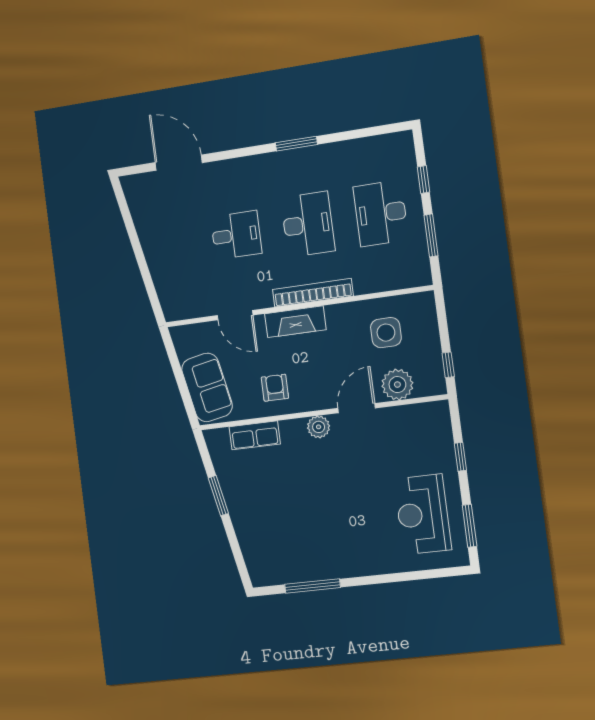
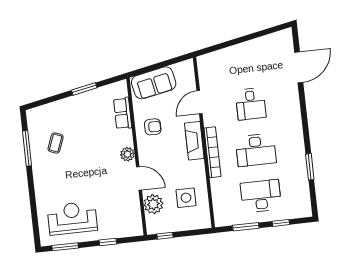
window: (296, 144) -> (310, 167), moved
coffee table: (303, 541) -> (56, 143), added

